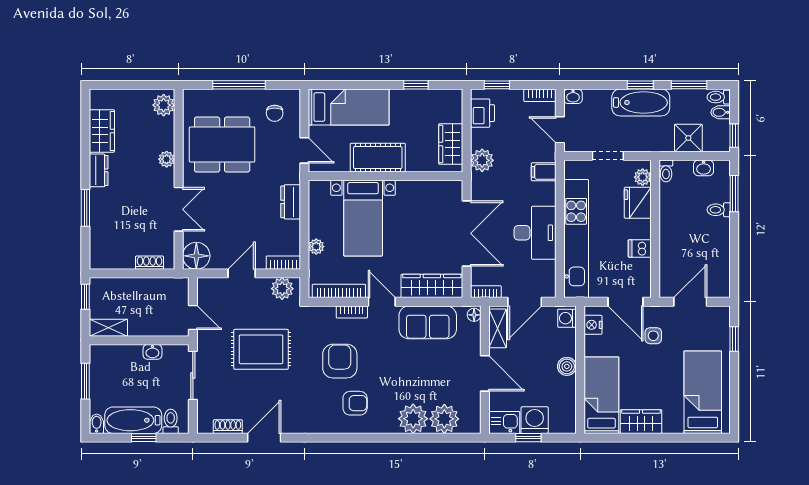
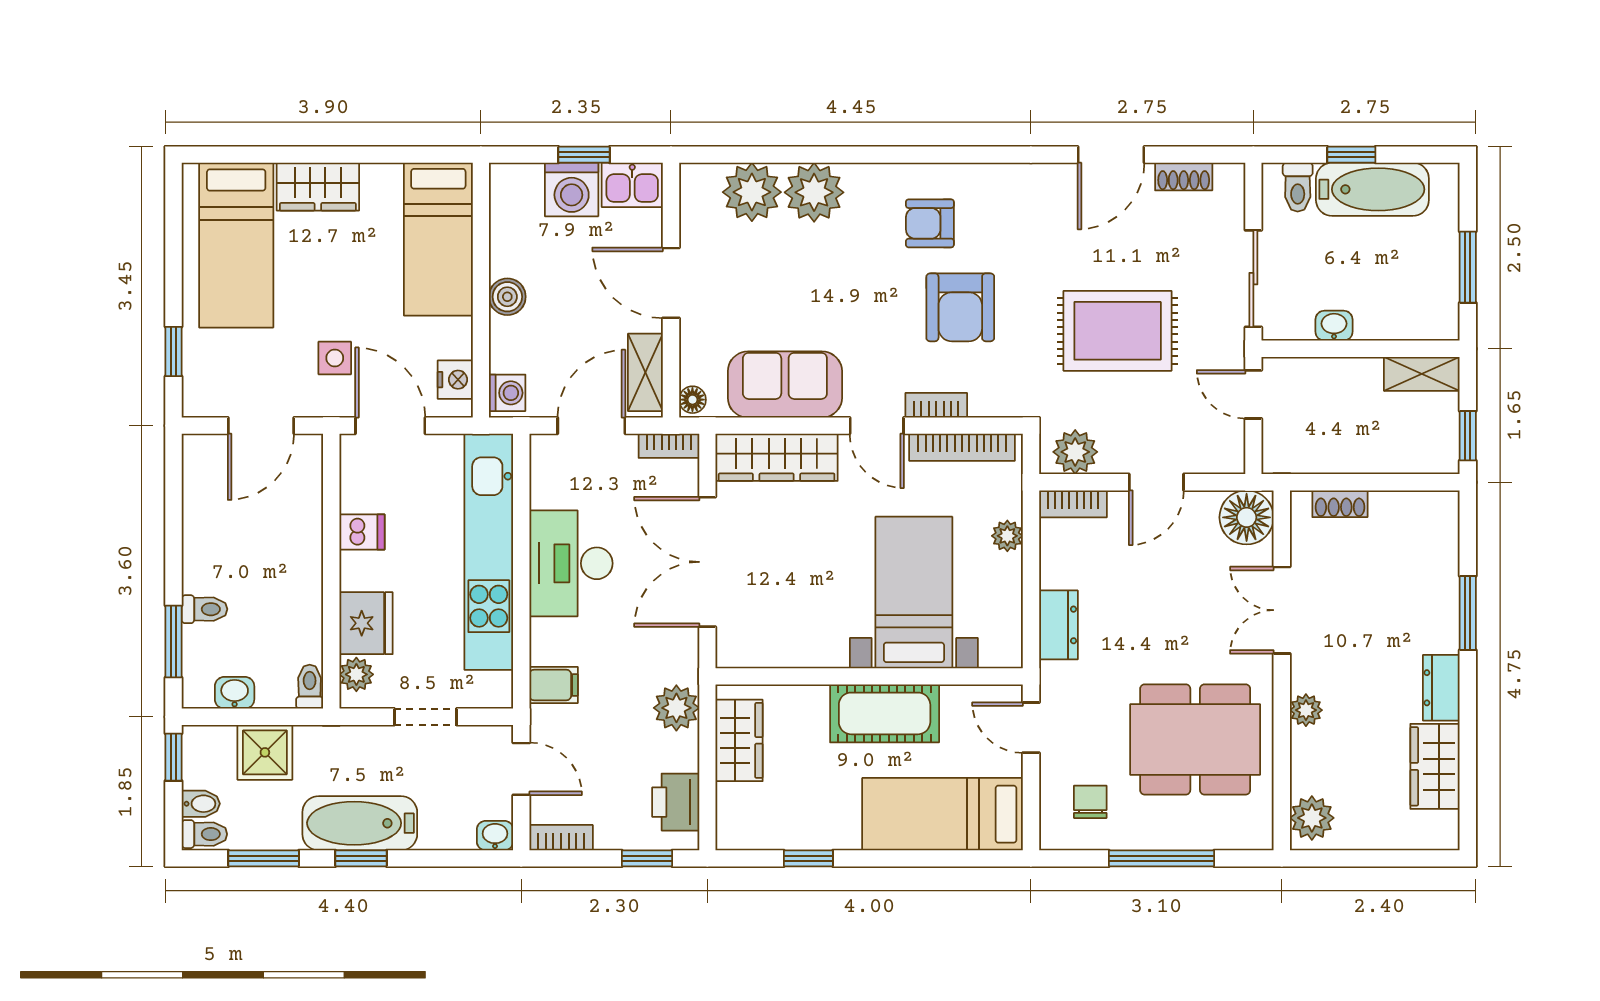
wardrobe: (641, 422) -> (318, 187), moved
bidet: (97, 424) -> (1446, 182), removed

